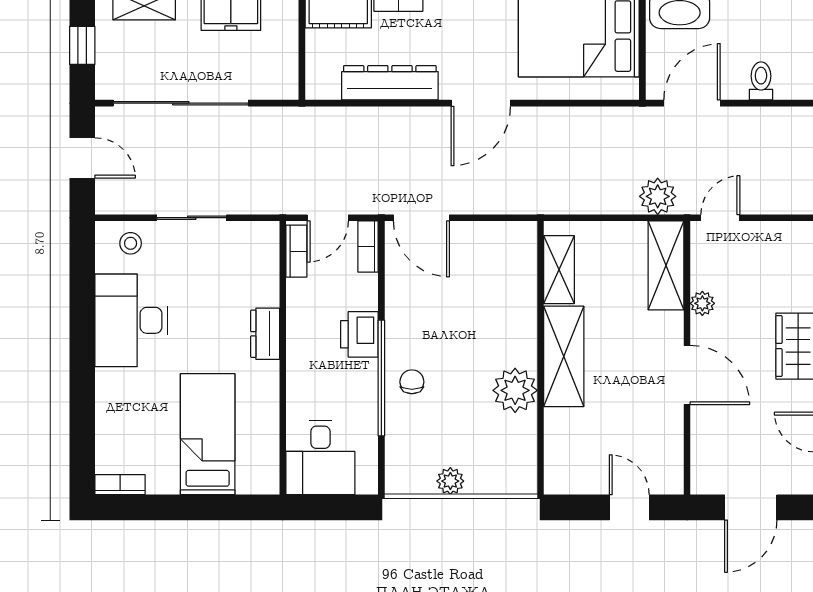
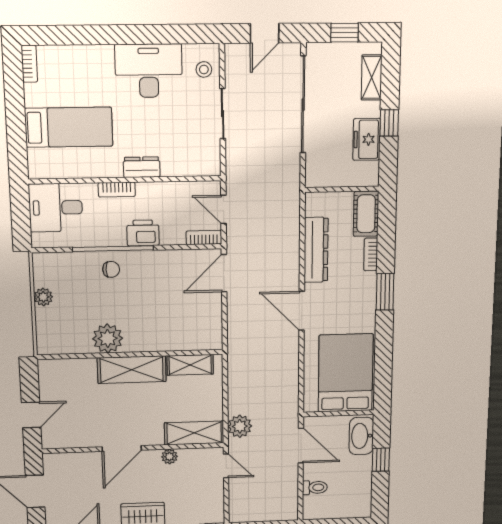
bookcase: (296, 251) -> (117, 190), moved

